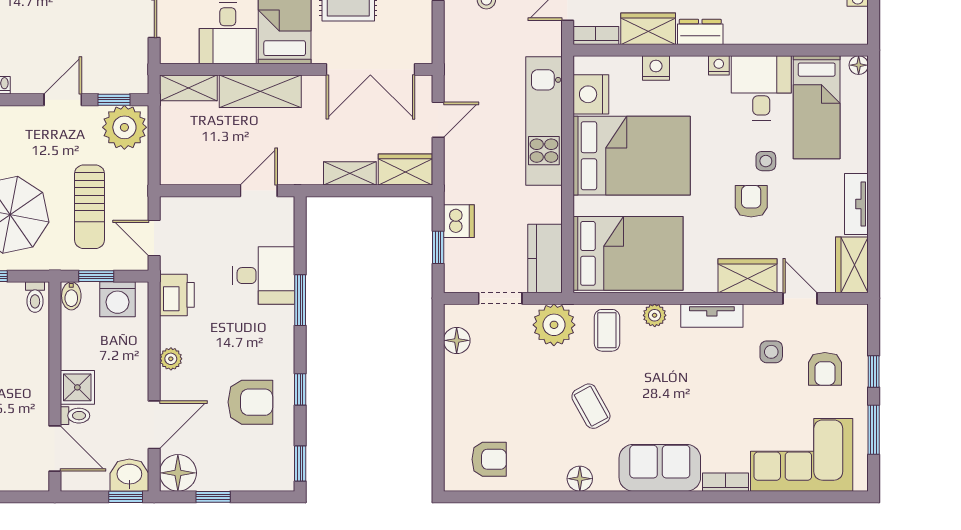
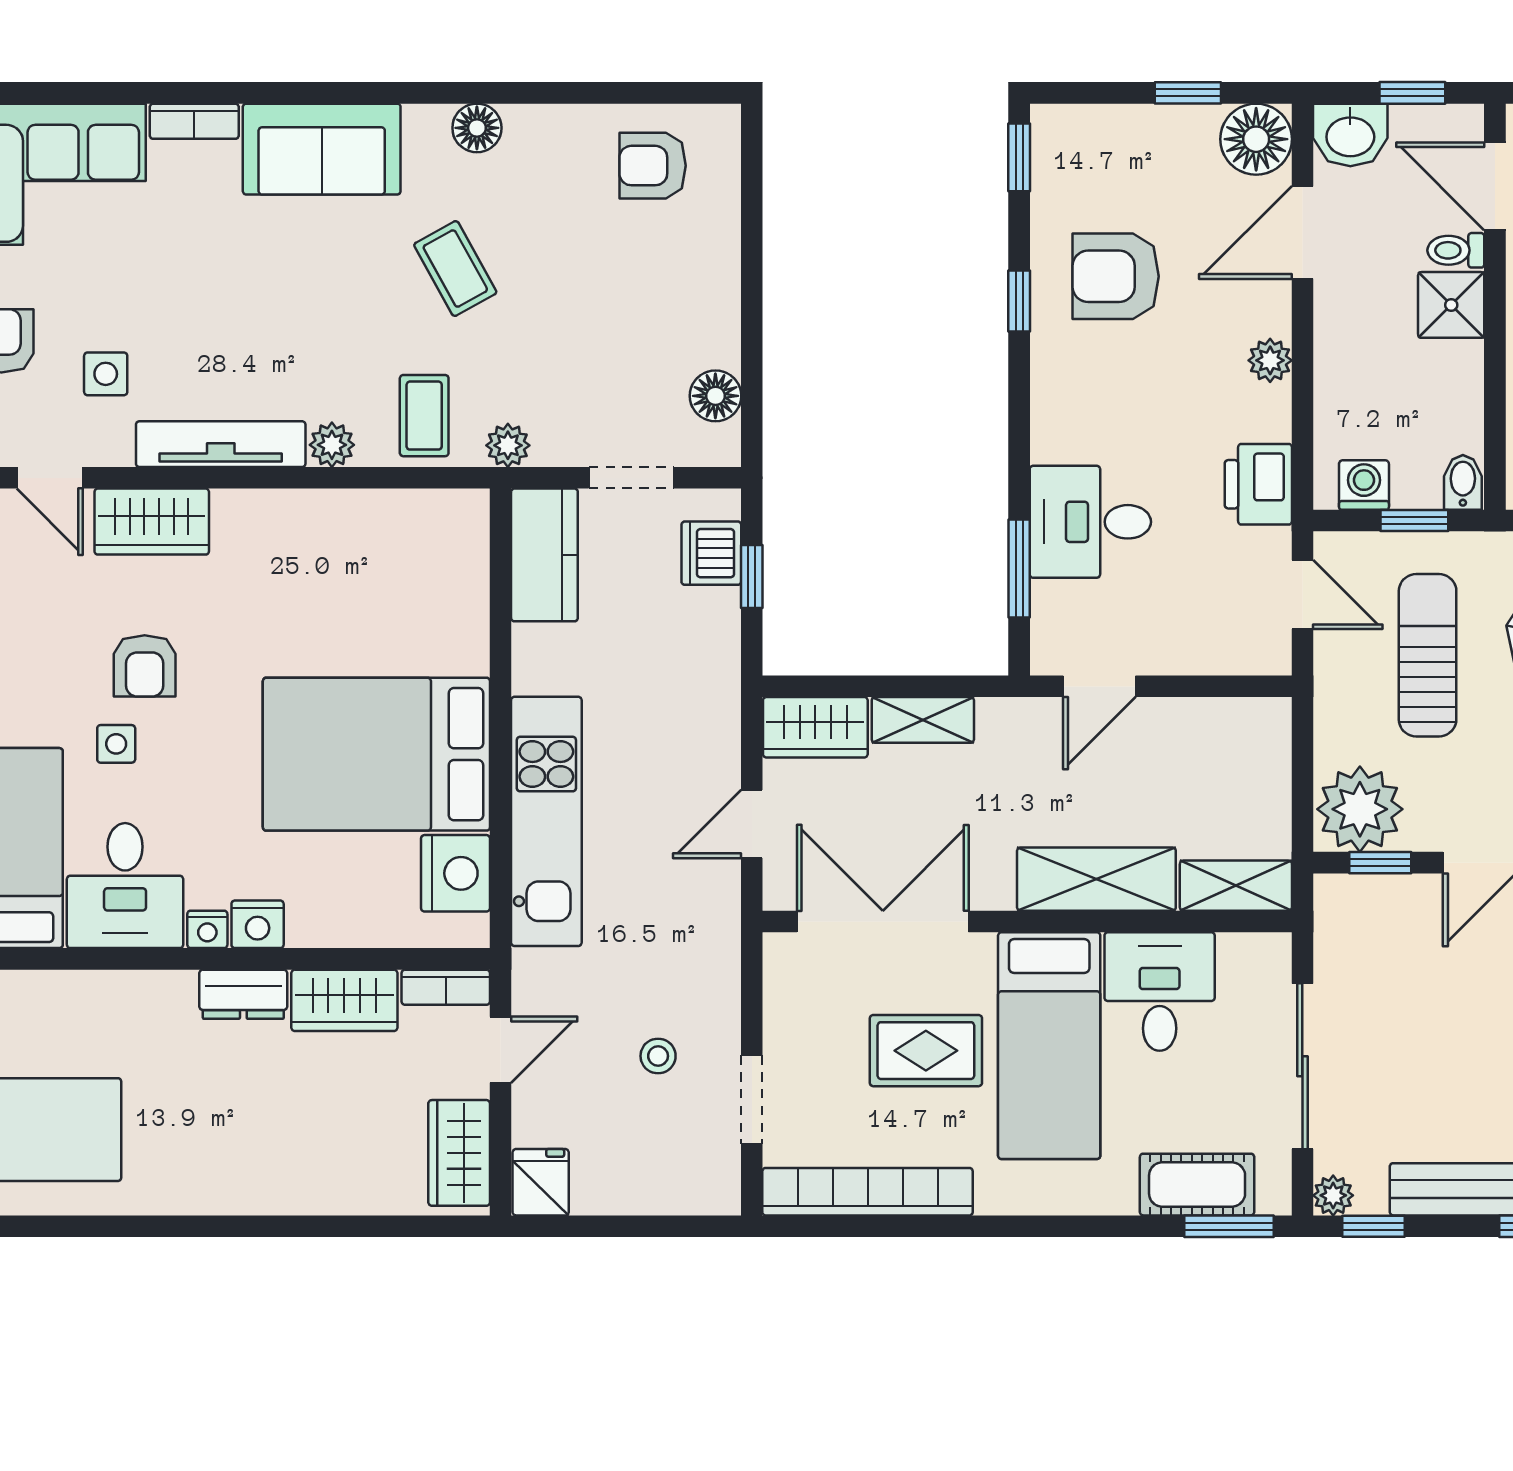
nightstand: (656, 68) -> (258, 924), moved
dishwasher: (459, 221) -> (711, 553), moved
bed: (628, 253) -> (383, 565), removed
washing machine: (118, 299) -> (1364, 485), width x0.73, depth x0.73
window: (300, 300) -> (1019, 568), moved
tv unit: (712, 316) -> (221, 444), width x1.41
plant: (554, 325) -> (508, 445), width x0.53, depth x0.53
window: (126, 497) -> (1412, 93), moved

